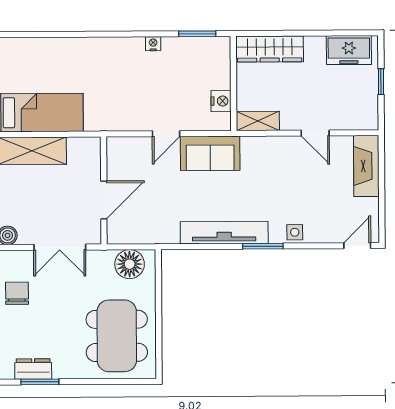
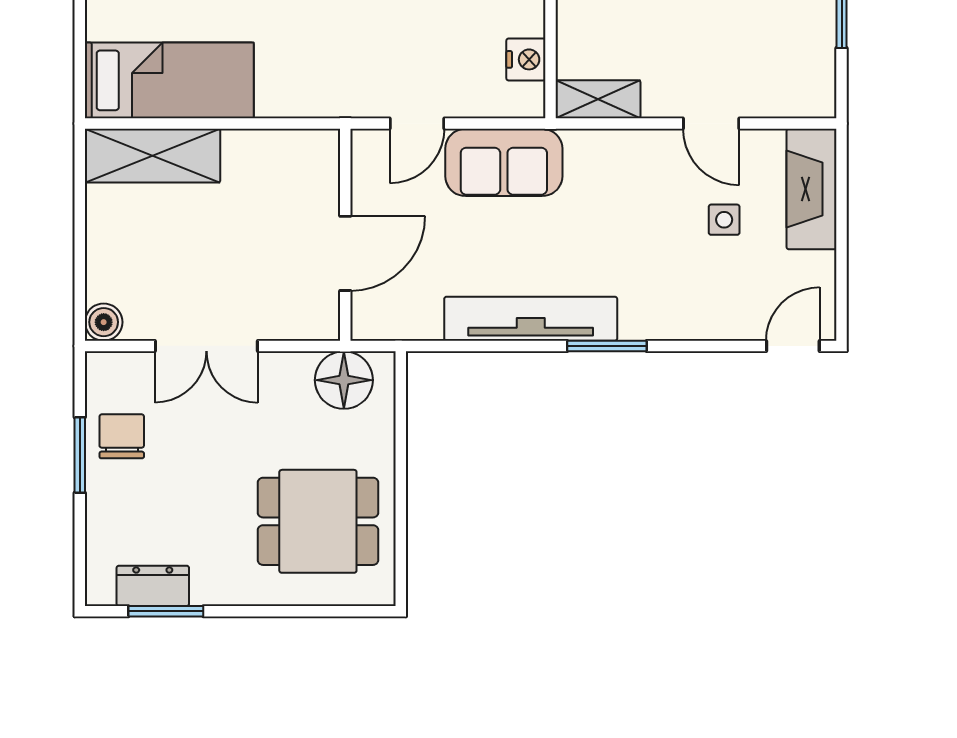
wall: (104, 191) -> (345, 235), moved
door: (104, 200) -> (345, 253), moved
side table: (295, 232) -> (724, 220), moved
dining table: (117, 336) -> (318, 521), width x0.73

